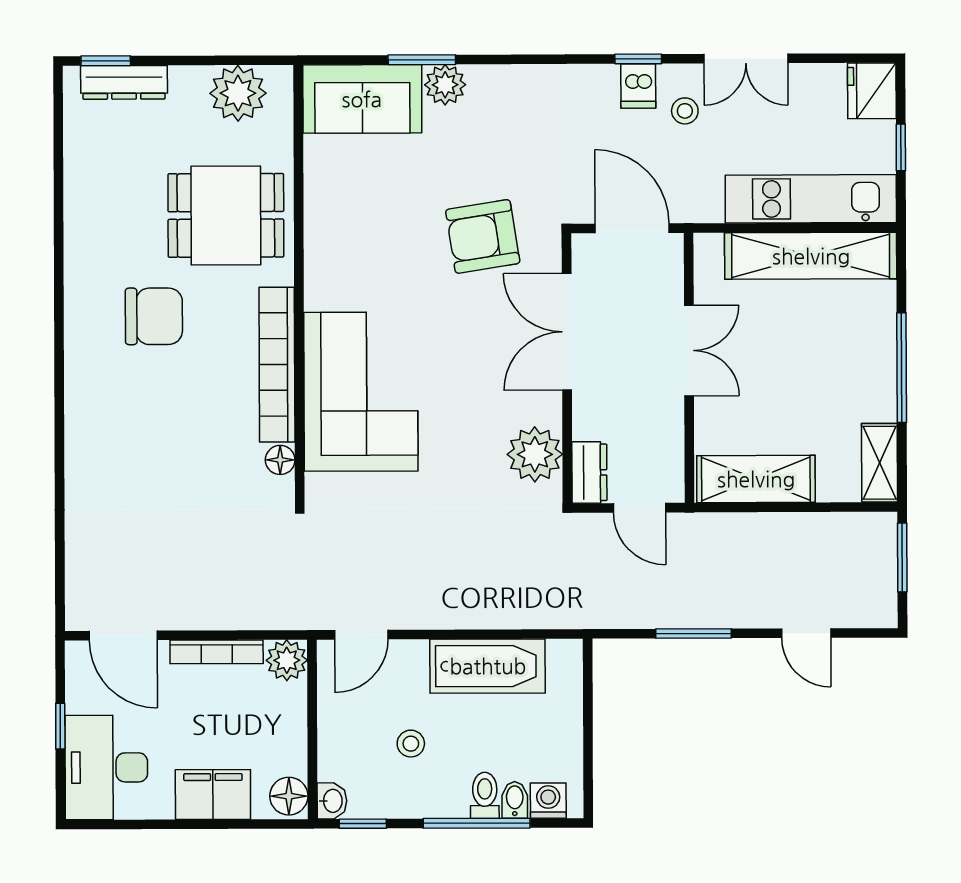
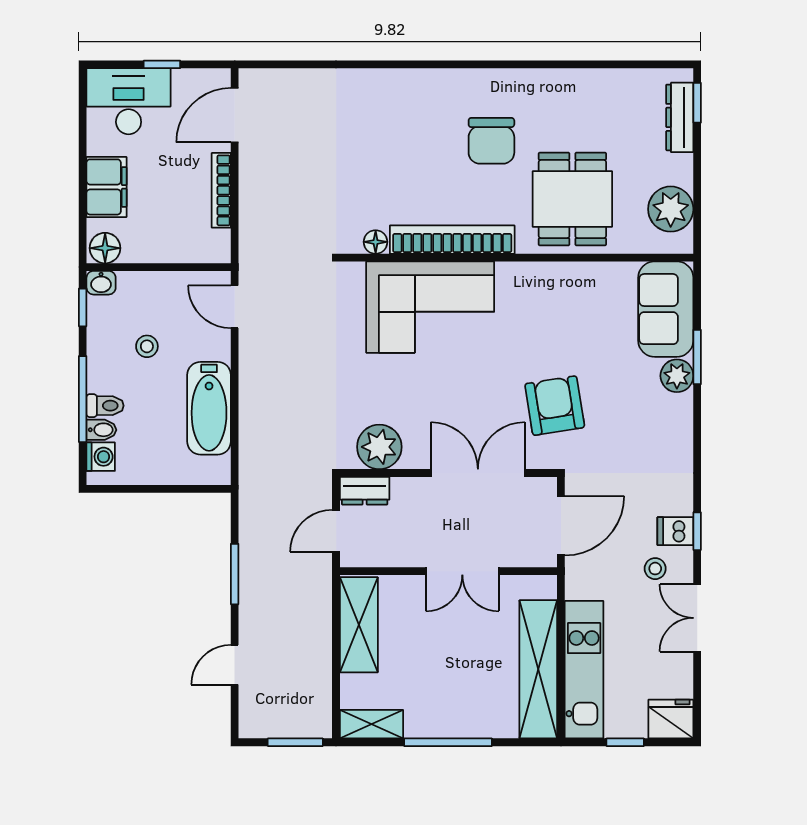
plant: (287, 660) -> (214, 247), removed

